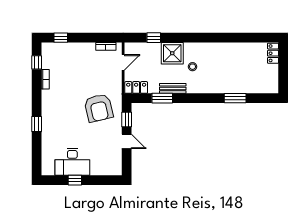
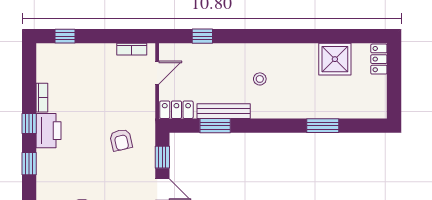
shower: (172, 53) -> (335, 59), moved
window: (37, 62) -> (29, 123), moved
bench: (173, 88) -> (224, 111), width x1.36
printer: (50, 102) -> (48, 131), added
armchair: (99, 108) -> (121, 140), width x0.53, depth x0.53

